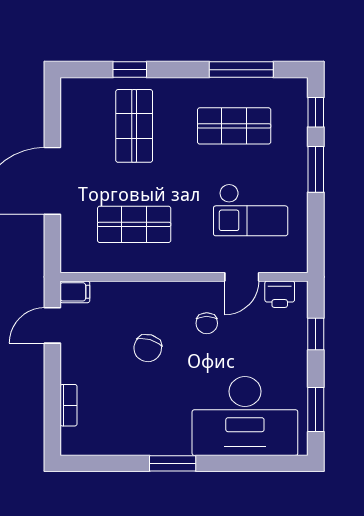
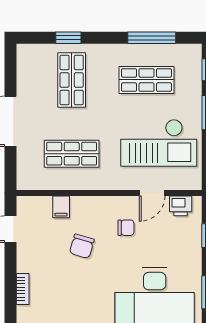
checkout: (251, 210) -> (159, 143), width x1.36, depth x1.21
filing cabinet: (75, 292) -> (61, 207), moved, turned 90
chair: (207, 323) -> (126, 228), turned -90

